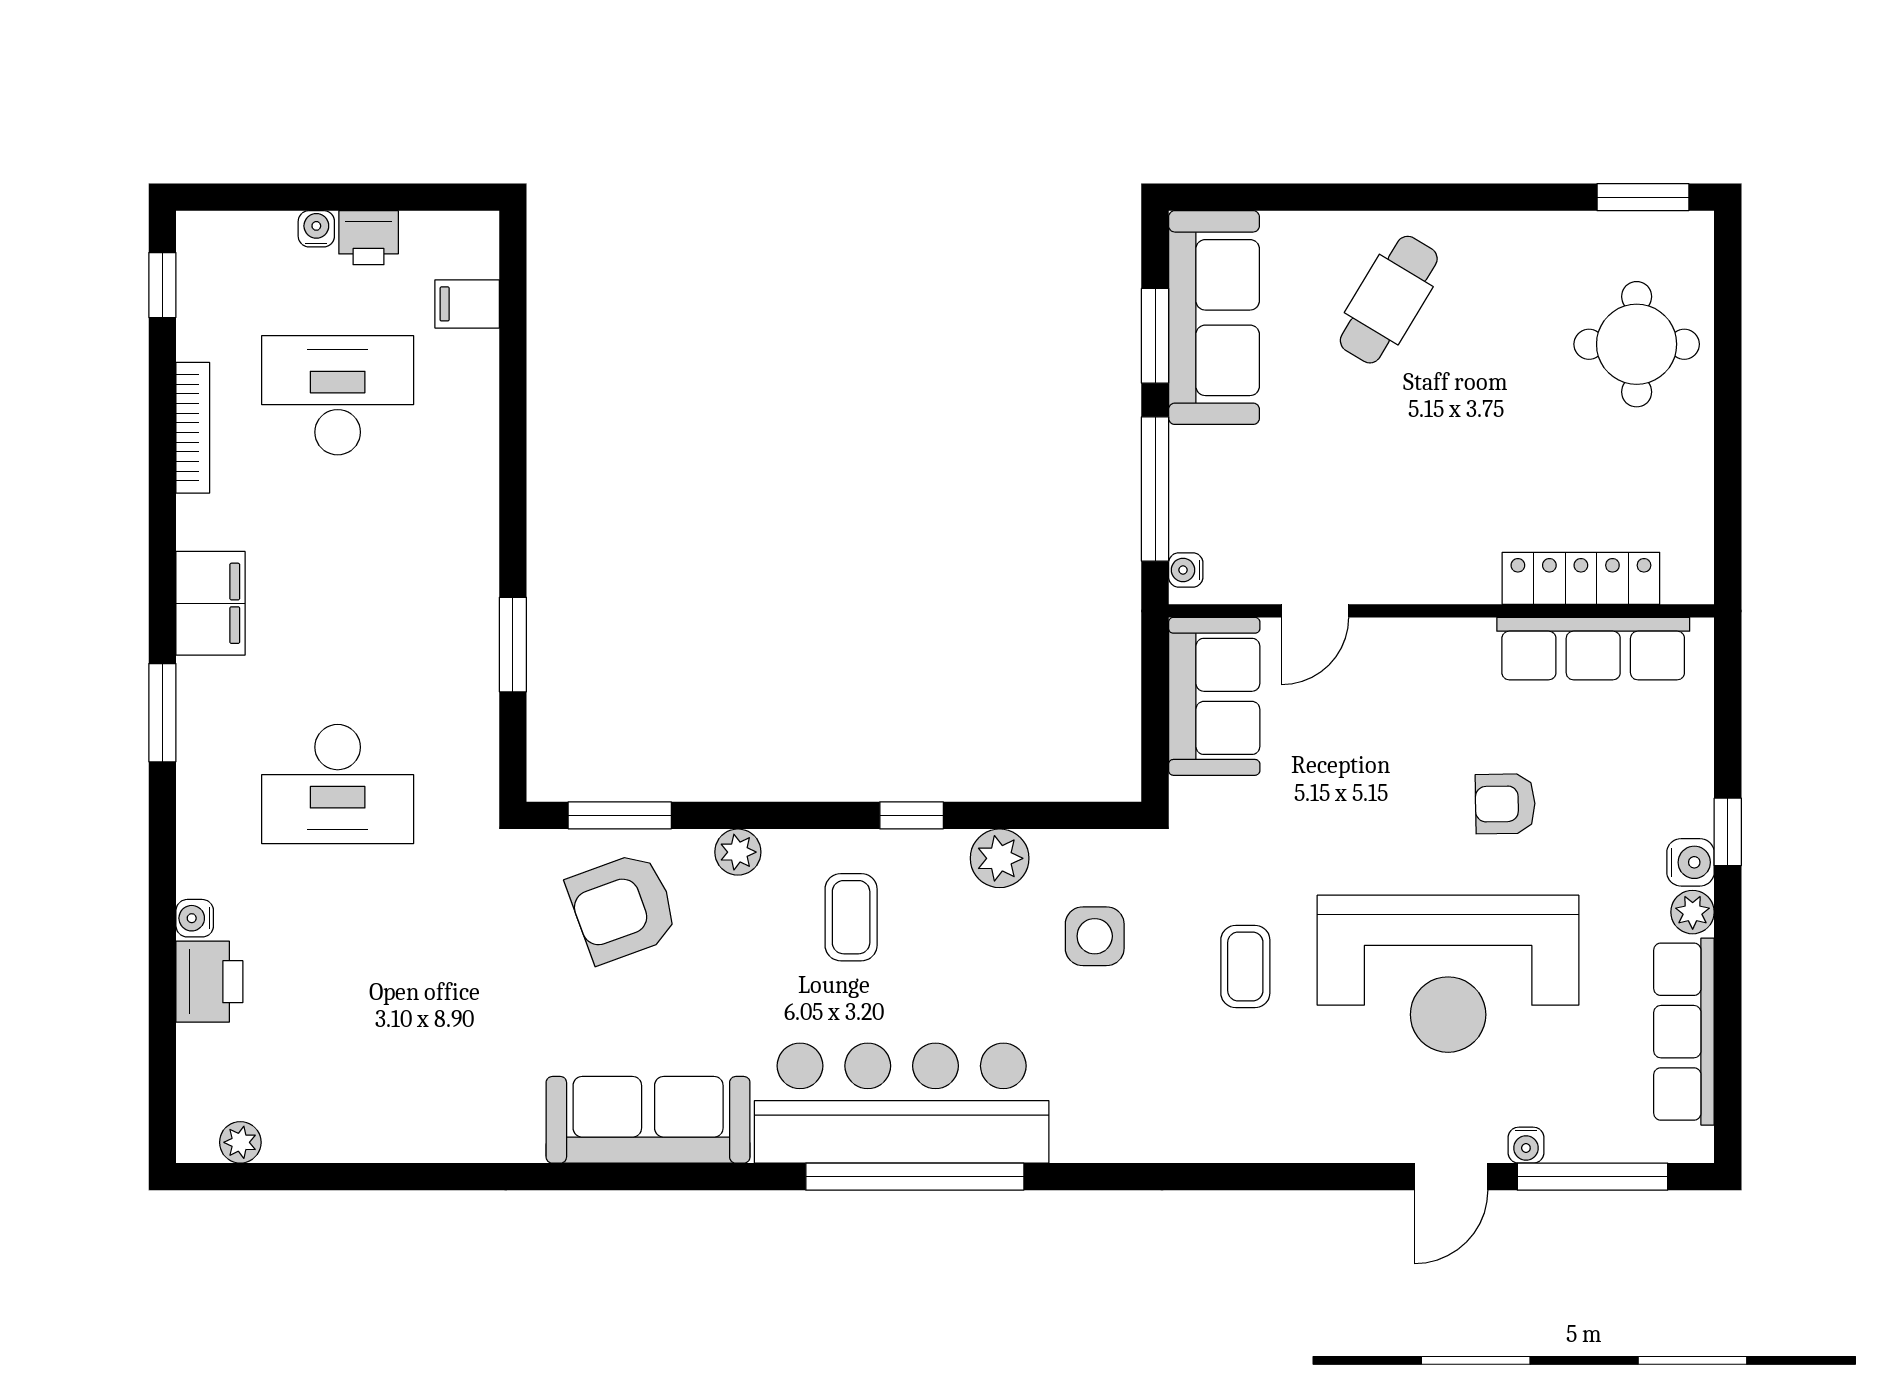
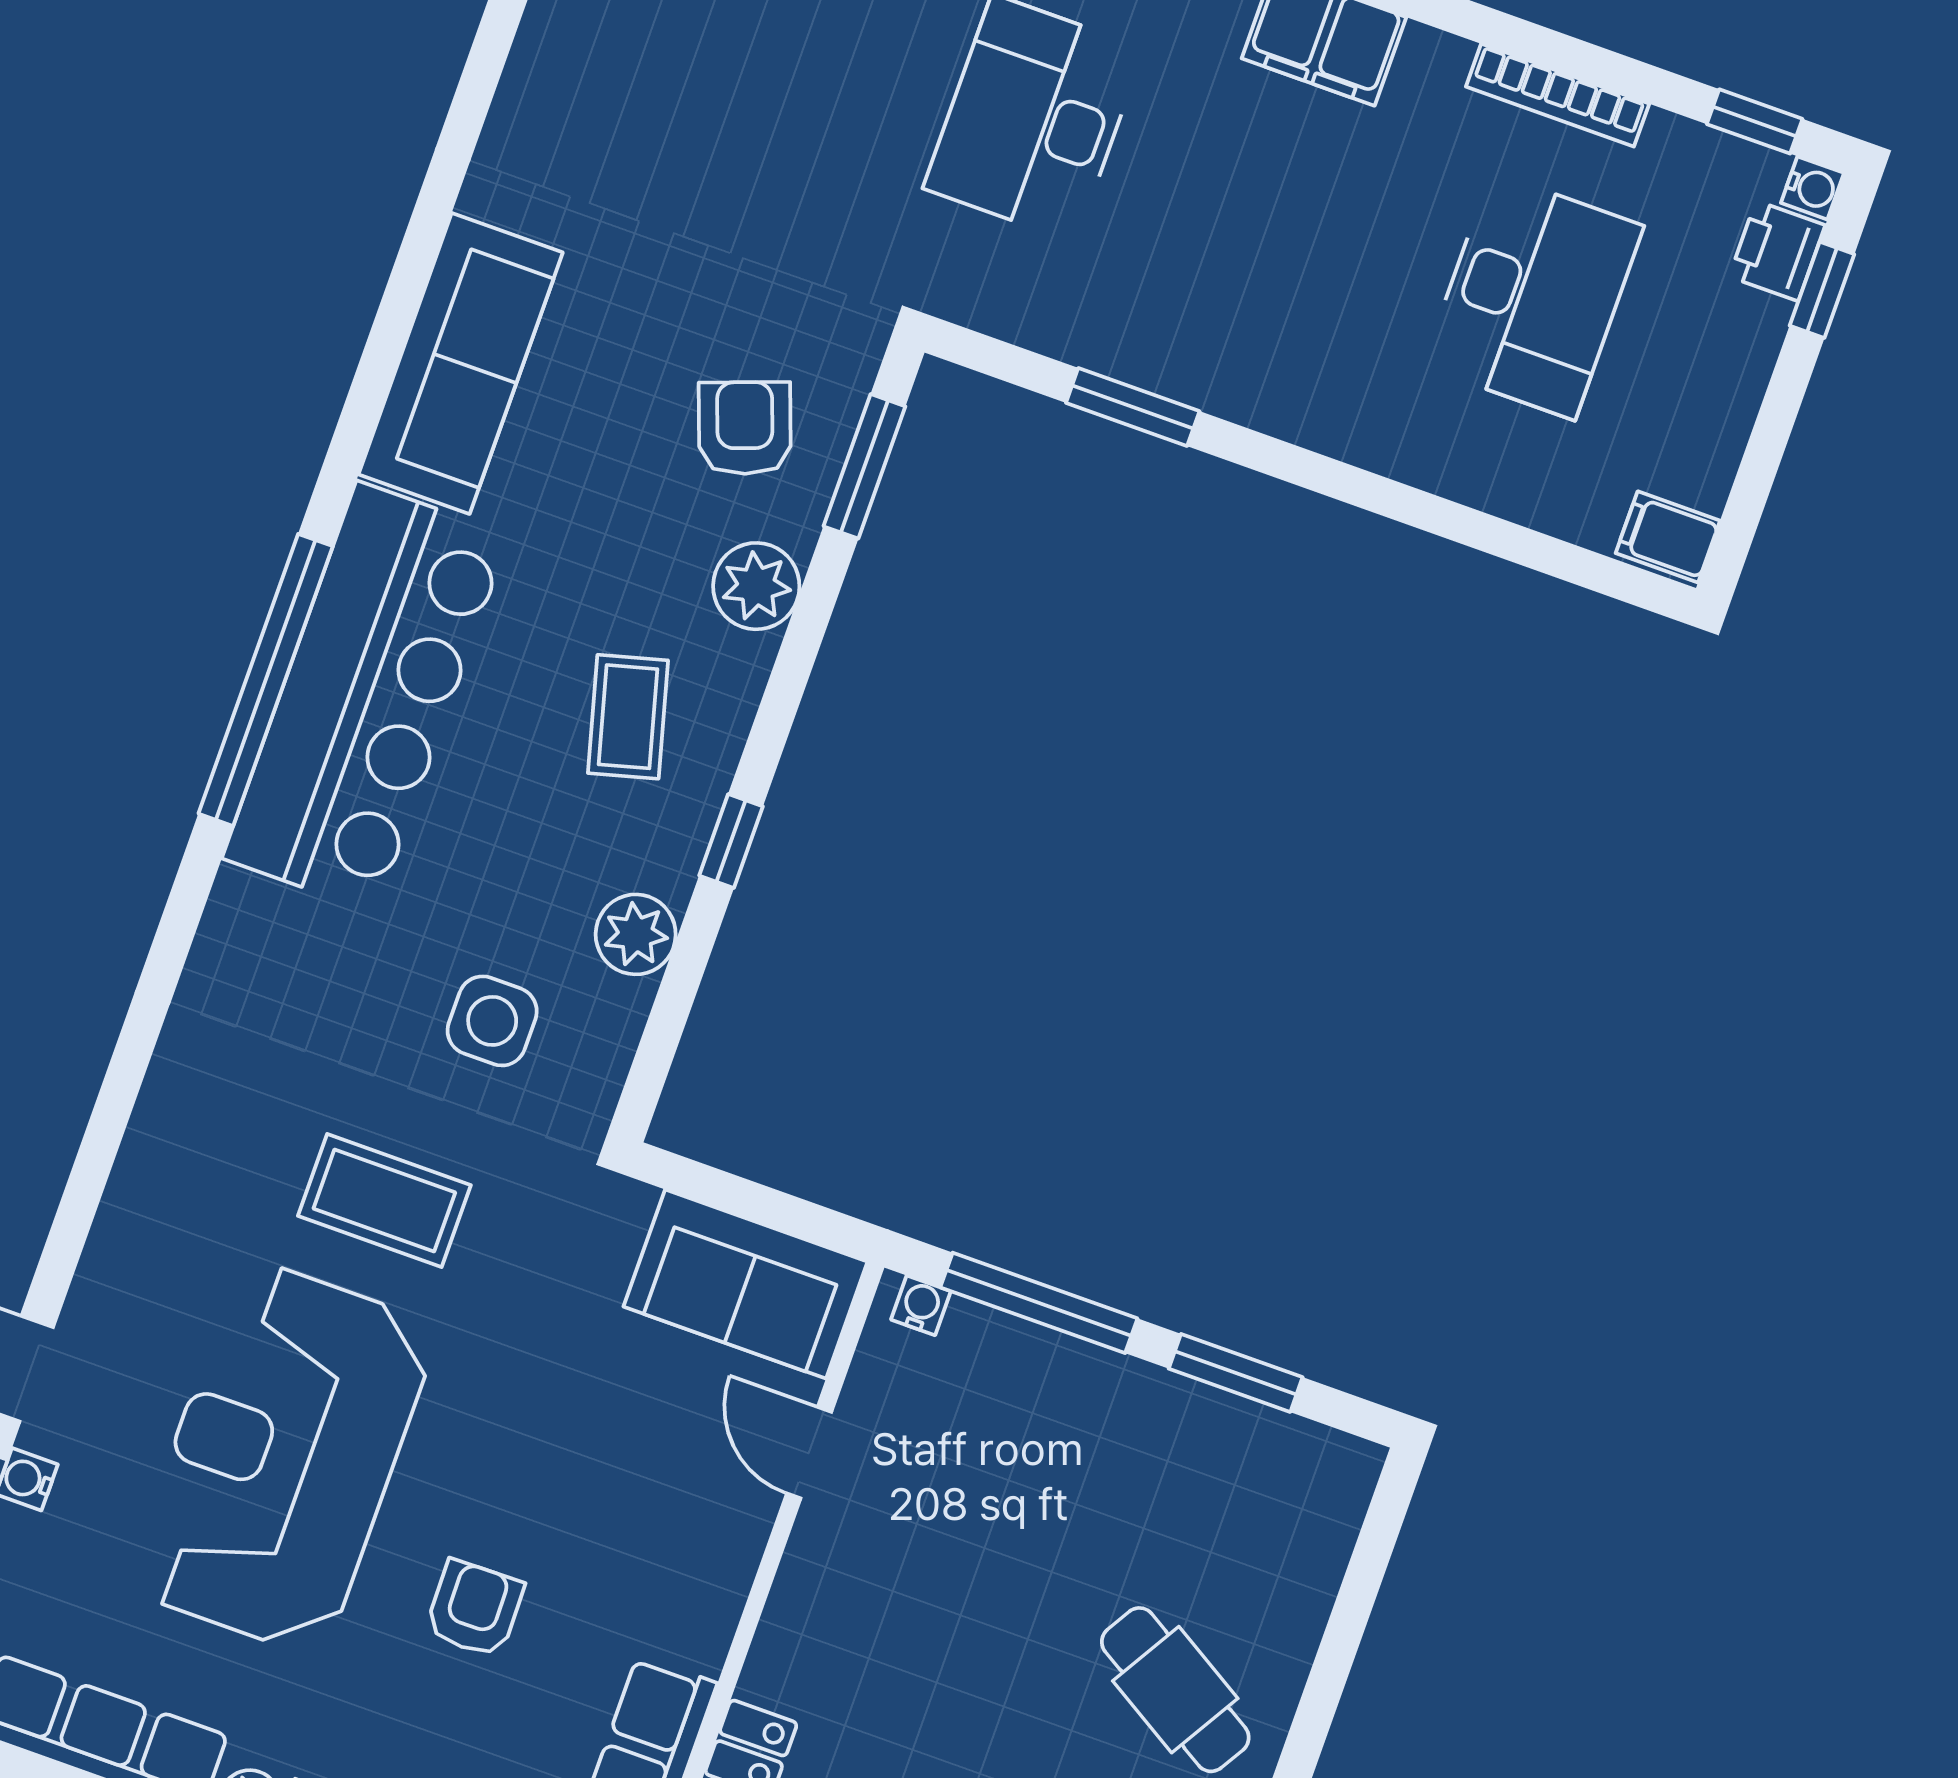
window: (262, 197) -> (1822, 290), added
water cooler: (316, 229) -> (1812, 188), moved
printer: (369, 238) -> (1777, 251), moved
filing cabinet: (467, 304) -> (1668, 537), moved, turned -90
sofa: (1214, 318) -> (1232, 1457), removed
plant: (738, 852) -> (756, 586), width x1.38, depth x1.38
armchair: (623, 908) -> (745, 428), width x0.72, depth x0.72
coffee table: (851, 917) -> (628, 717), turned 75
coffee table: (1245, 967) -> (384, 1201), width x1.36, depth x1.30

